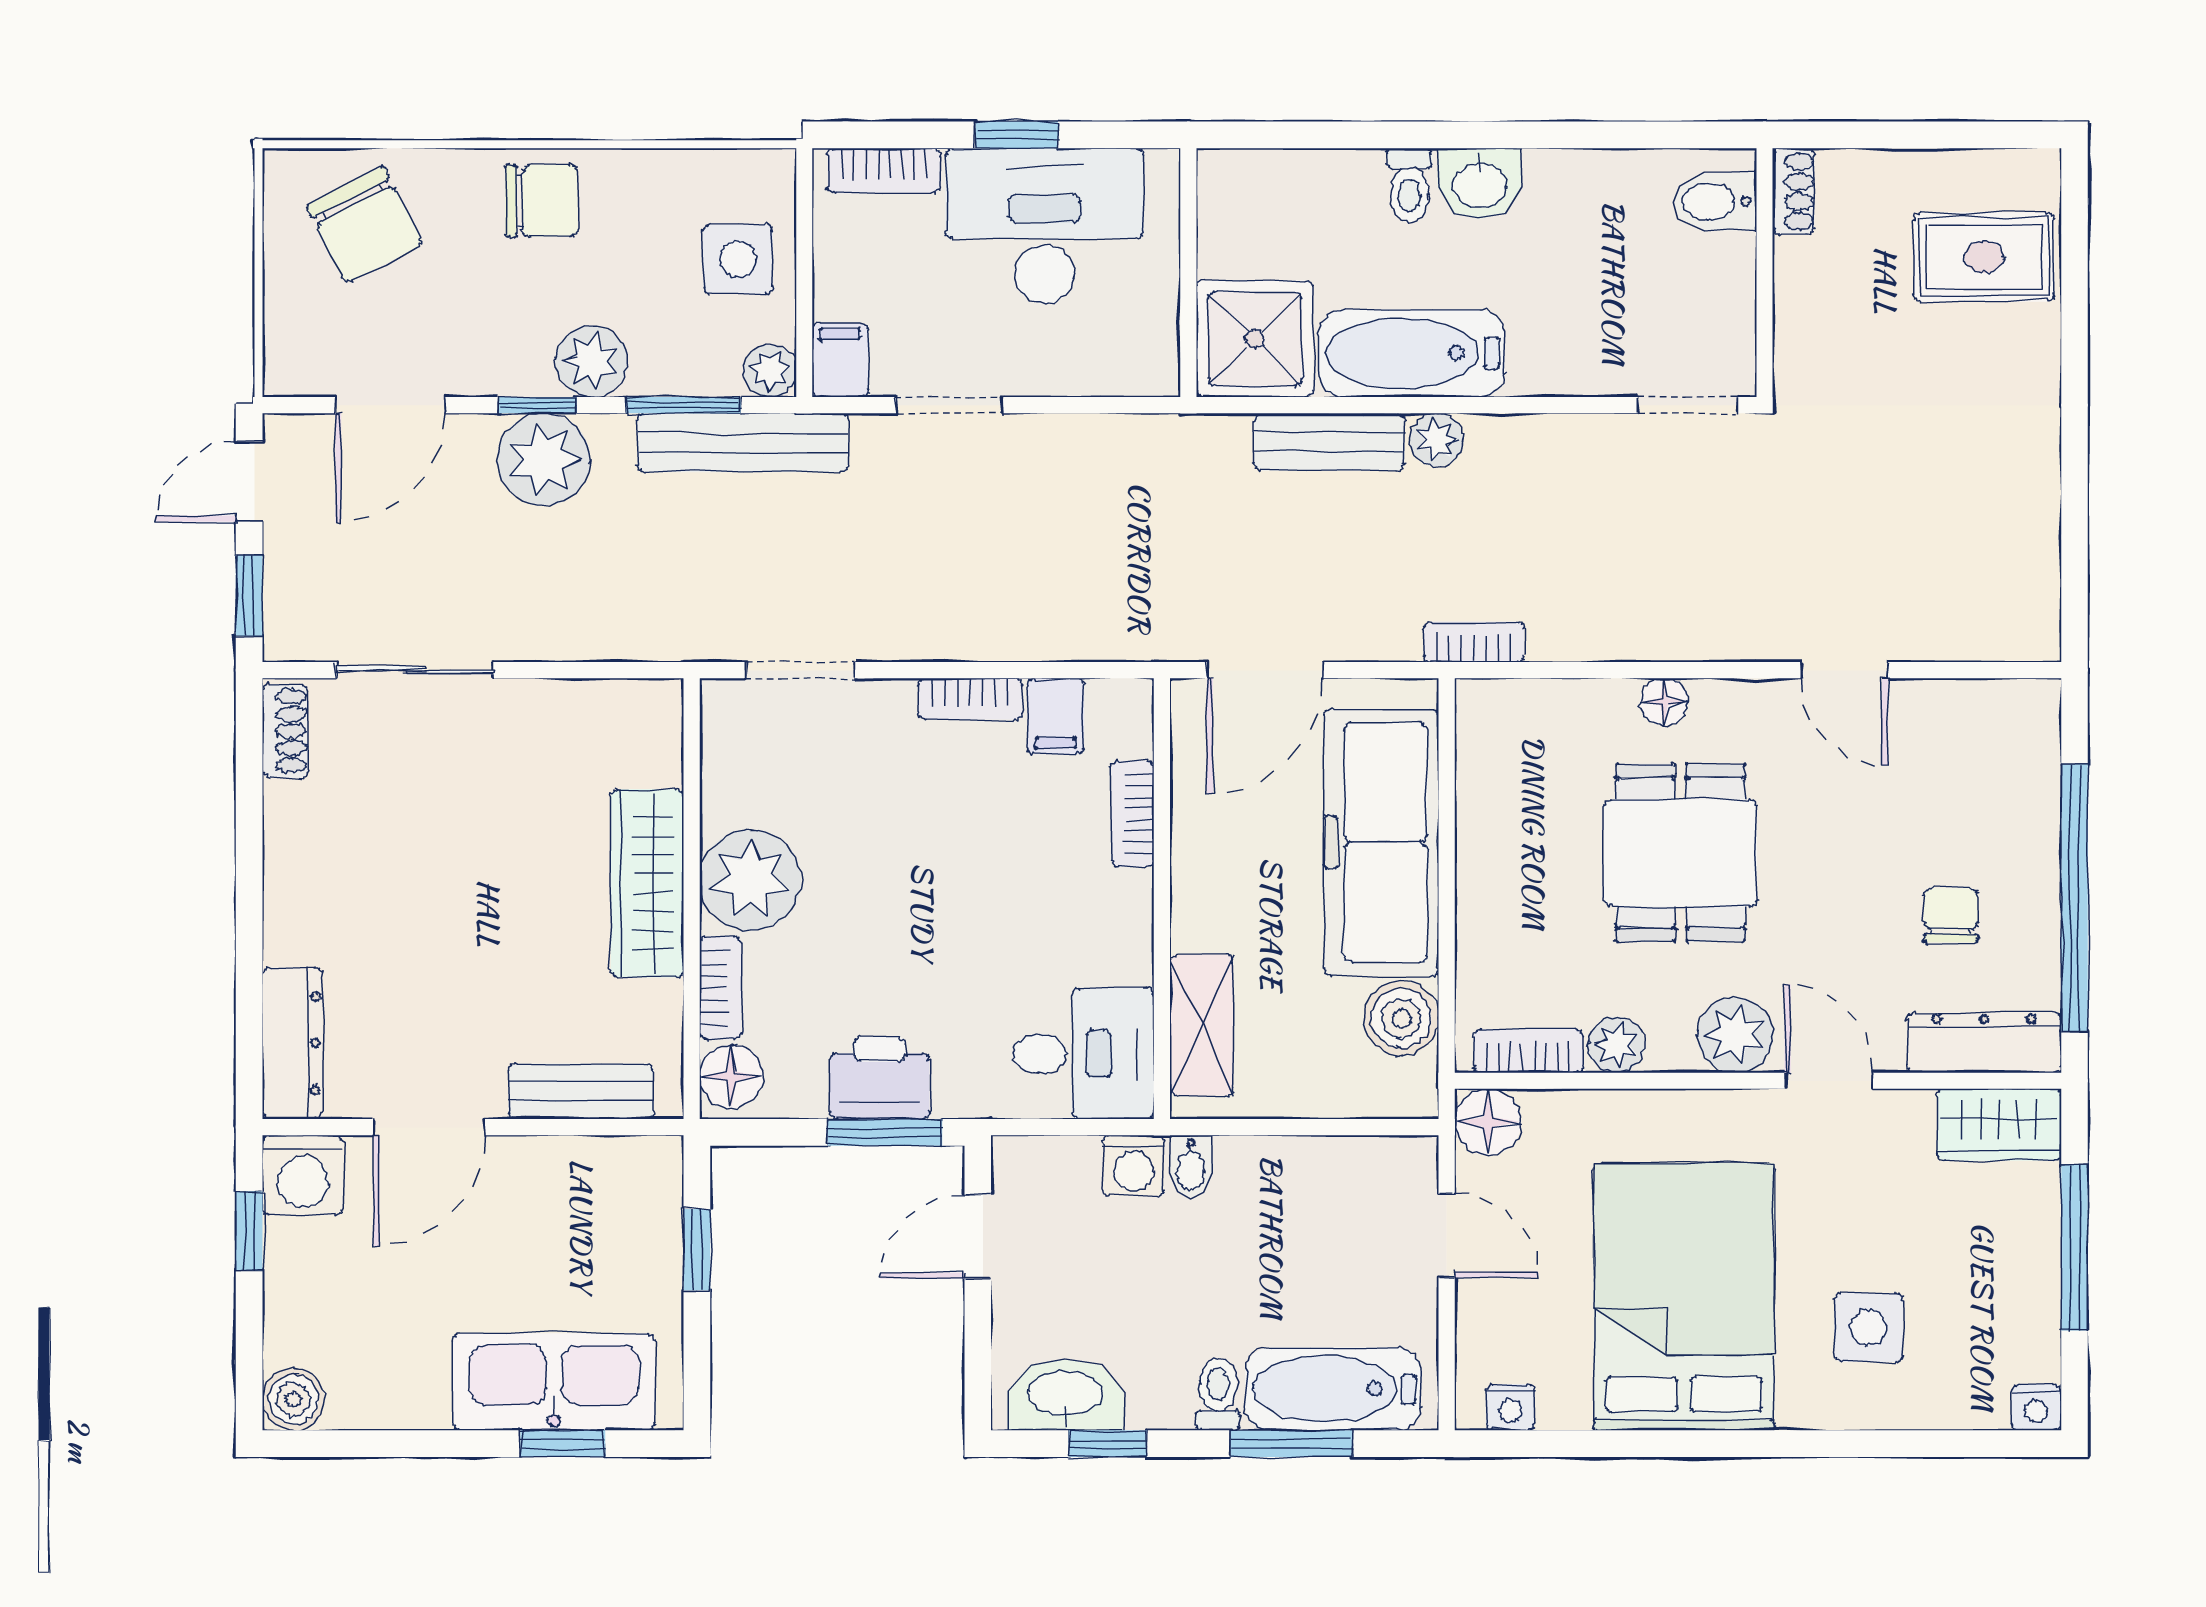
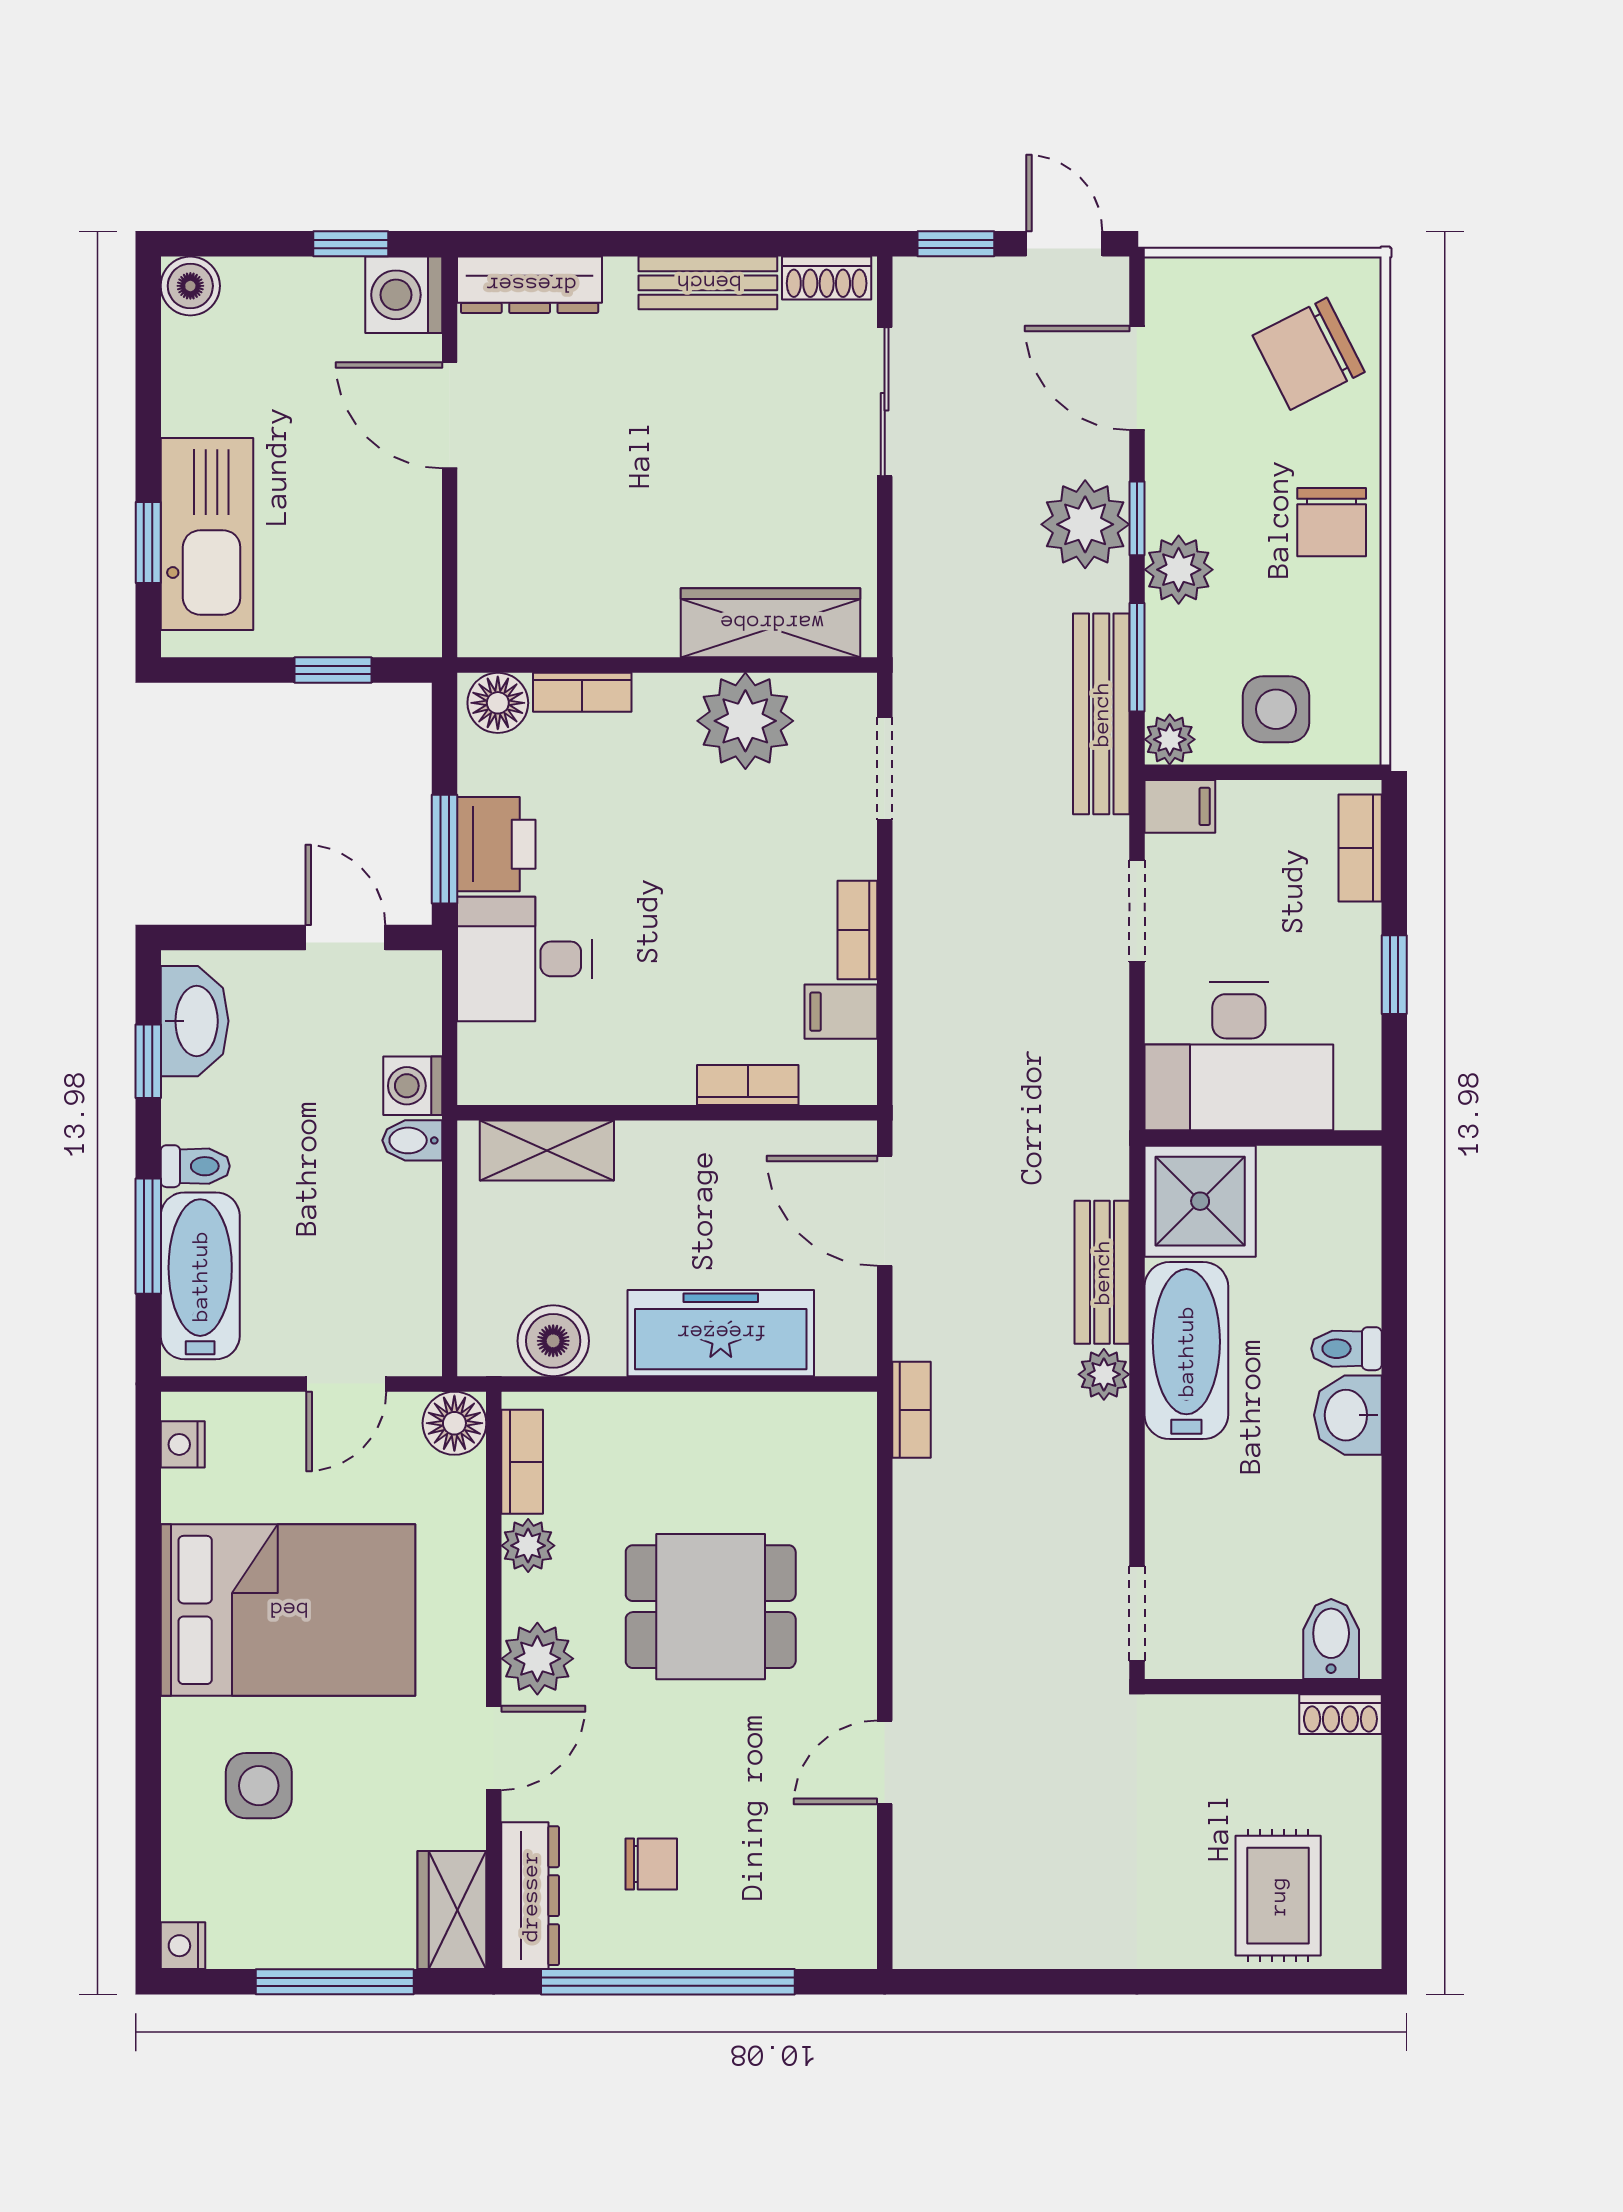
desk: (1045, 226) -> (1239, 1056), moved, turned 90
floor lamp: (1664, 702) -> (855, 1591), removed
freezer: (1381, 842) -> (721, 1333), width x0.73, depth x0.79
plant: (750, 880) -> (745, 721), moved
wardrobe: (647, 883) -> (771, 623), moved
desk: (1083, 1054) -> (524, 959), moved, turned 90
bench: (581, 1091) -> (708, 283), moved, turned 90

